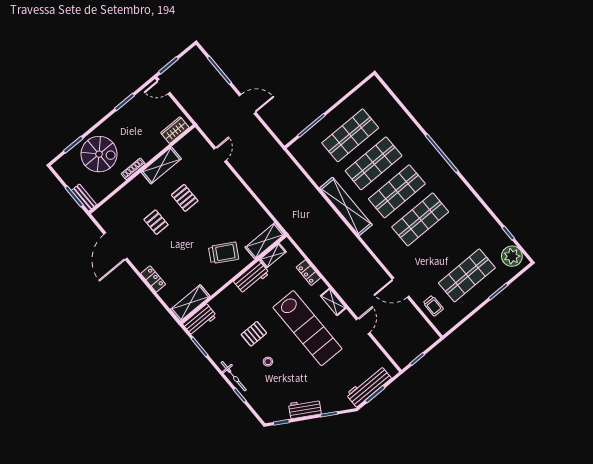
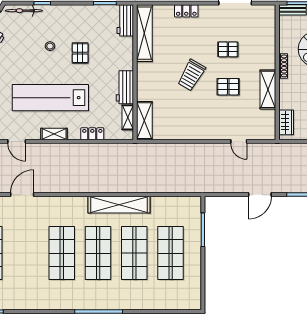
trolley: (224, 253) -> (191, 75), moved
shelving: (190, 303) -> (144, 33), width x1.47
bicycle: (234, 376) -> (24, 11), moved

